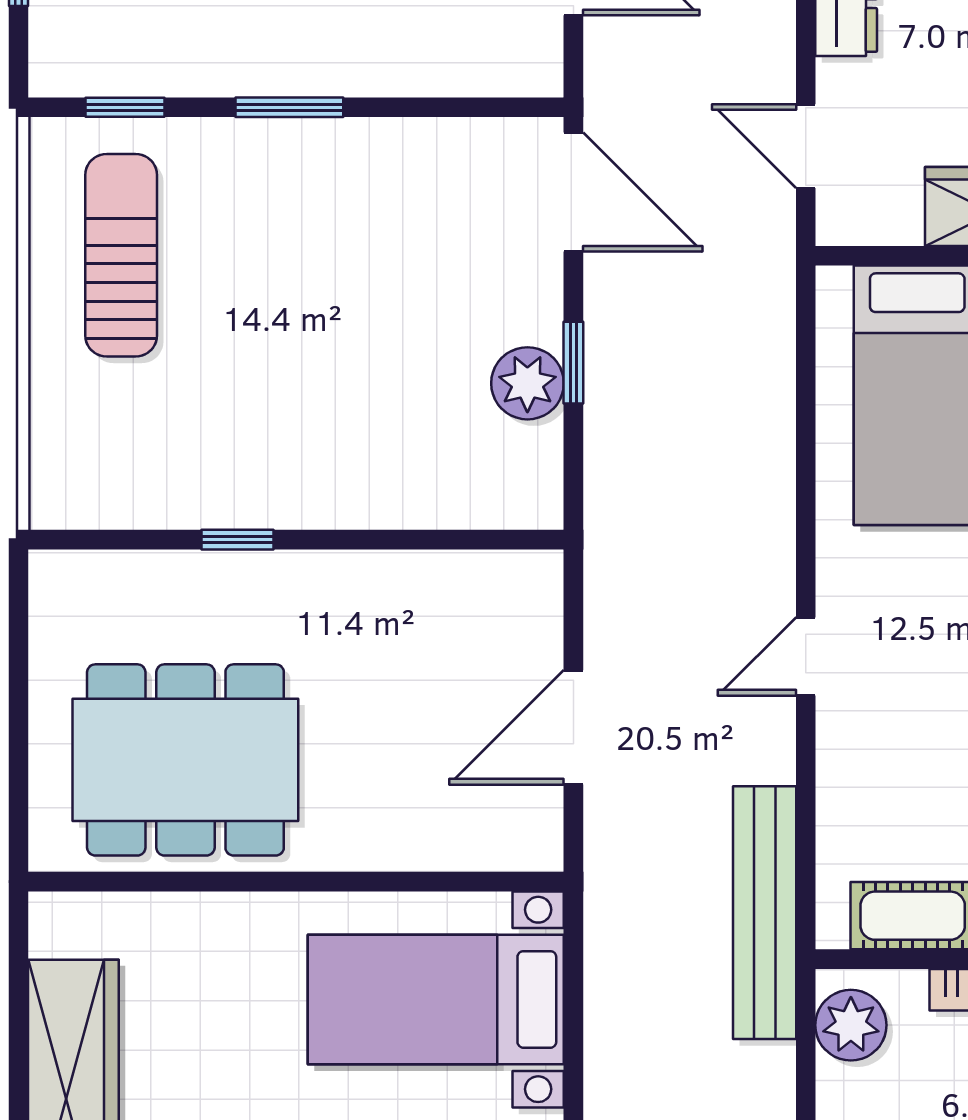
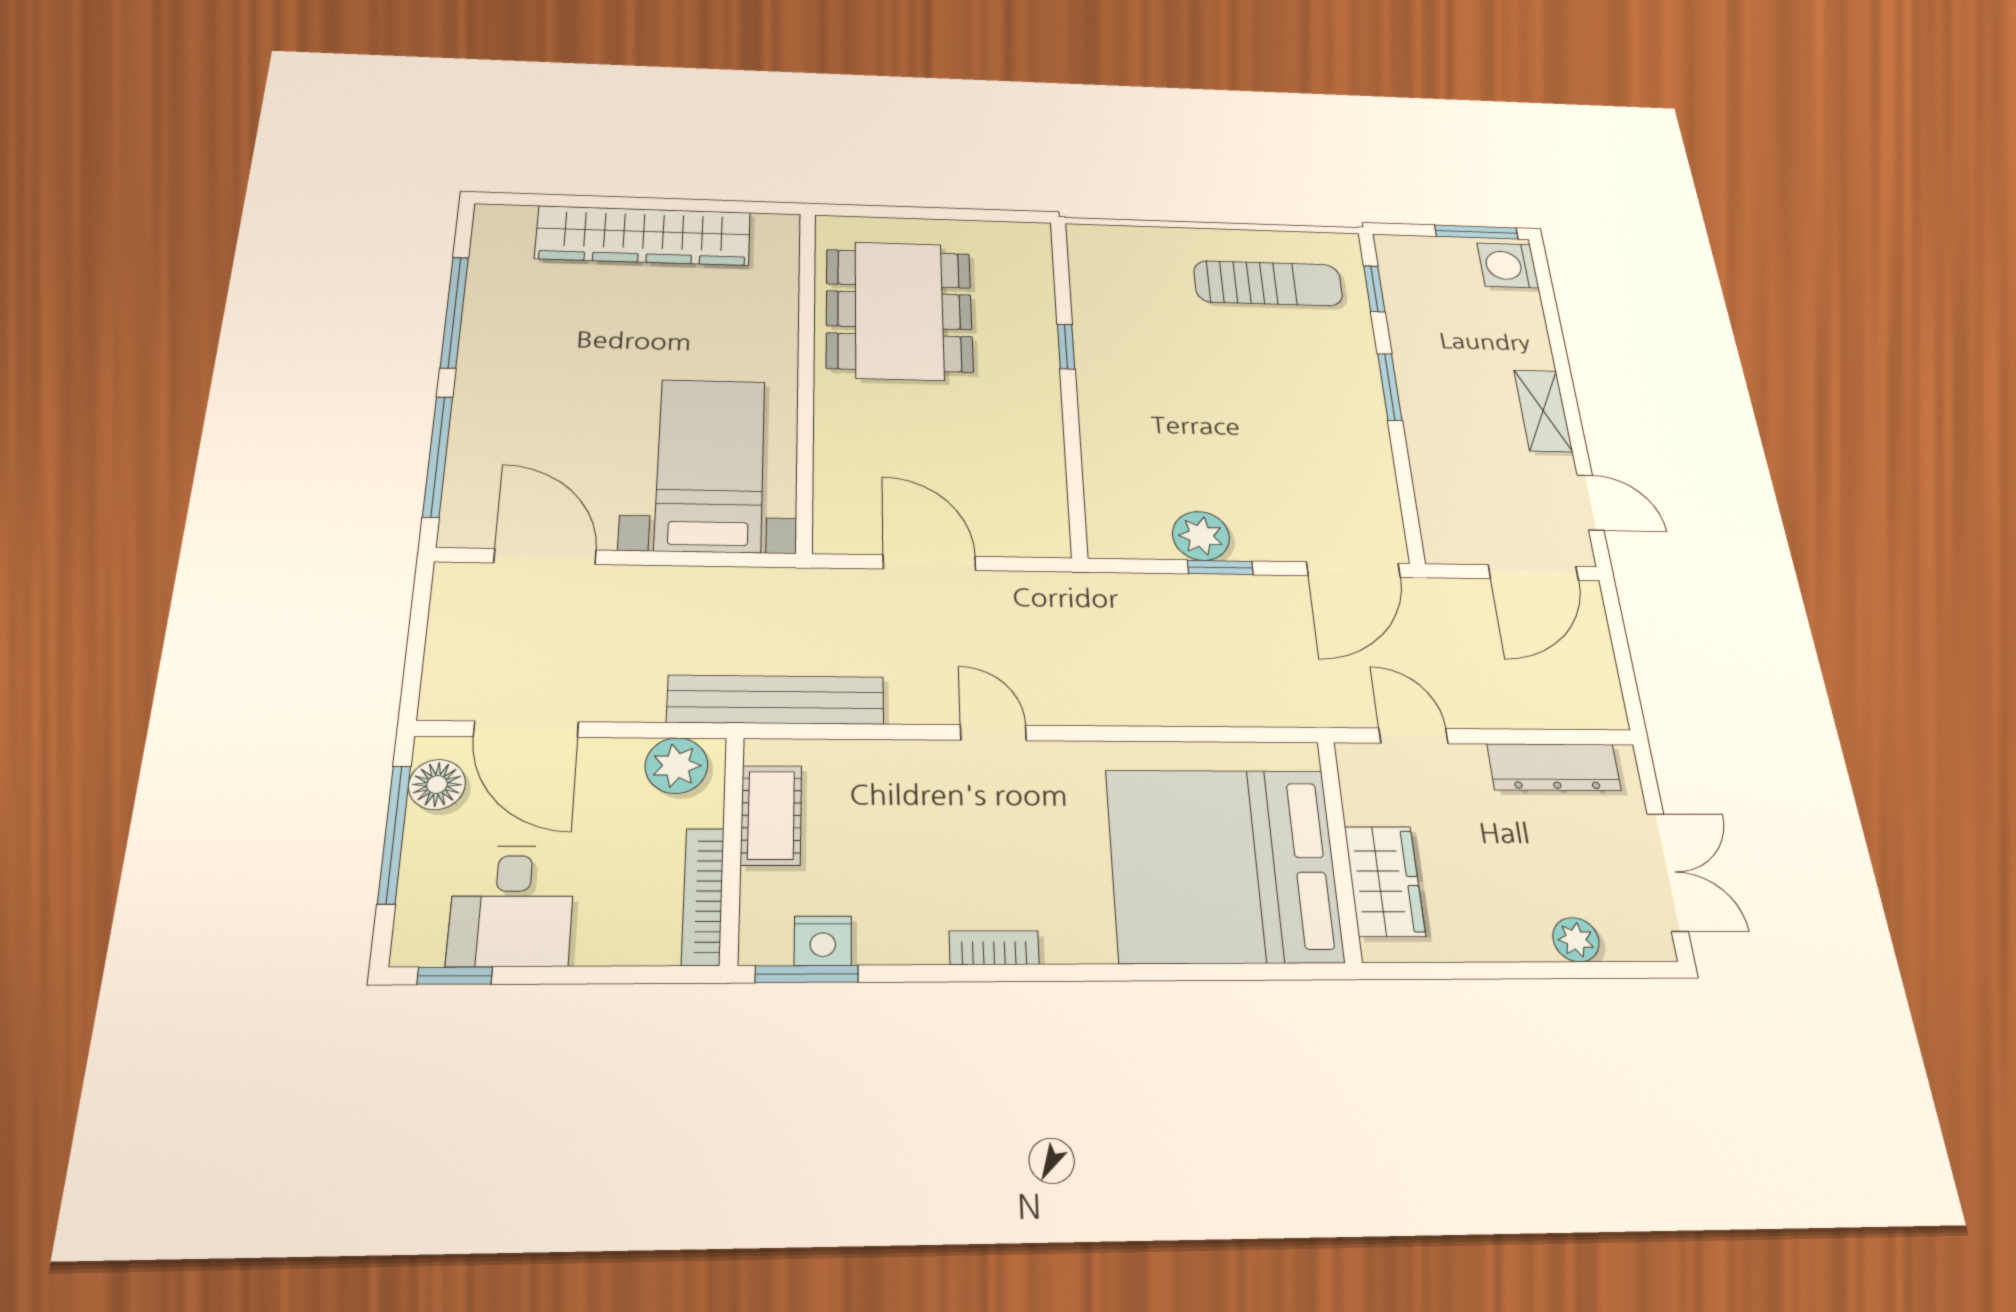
door: (806, 146) -> (1414, 736), hinge flipped

